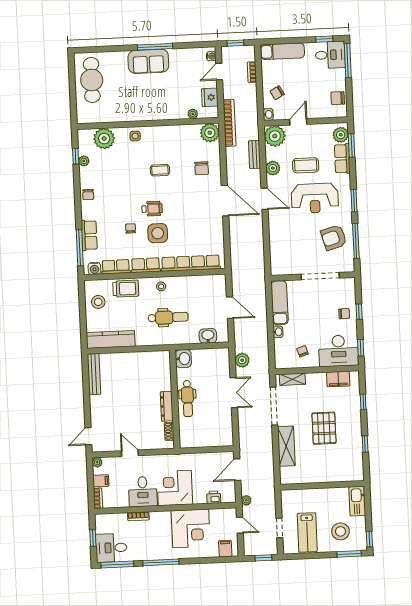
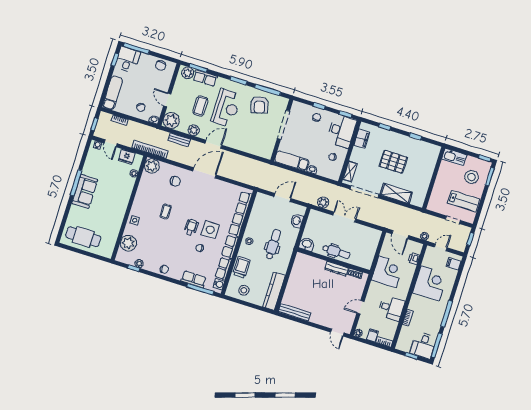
corner desk: (175, 488) -> (387, 272), moved, turned 180

